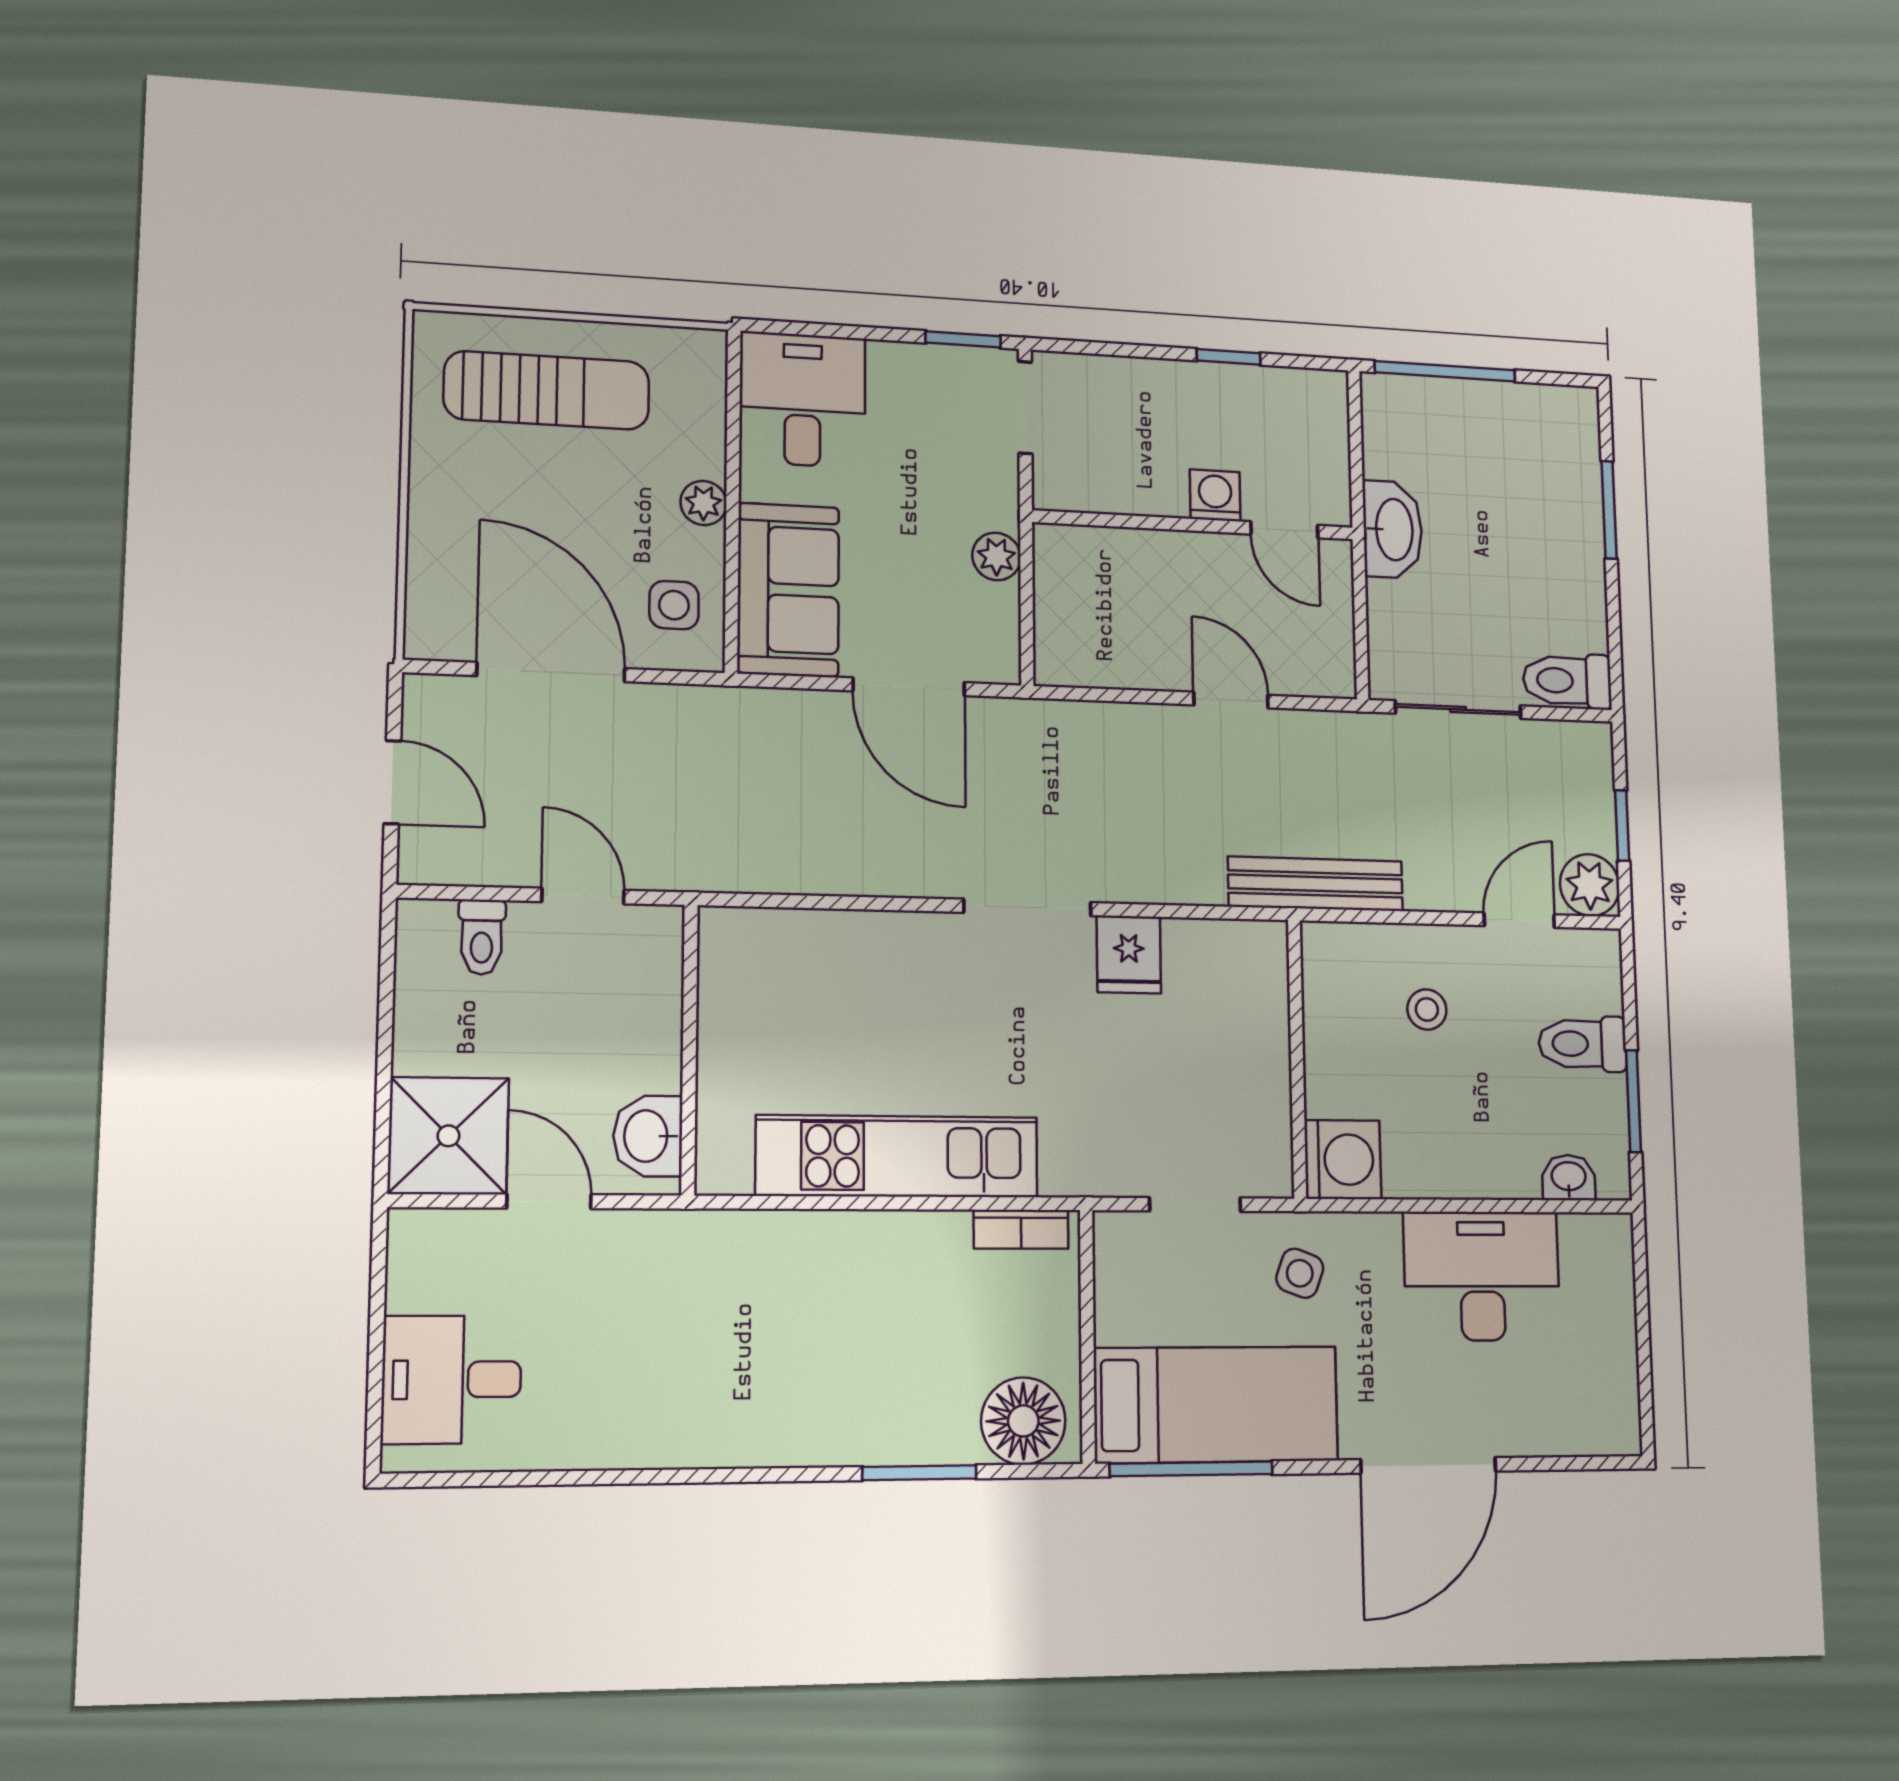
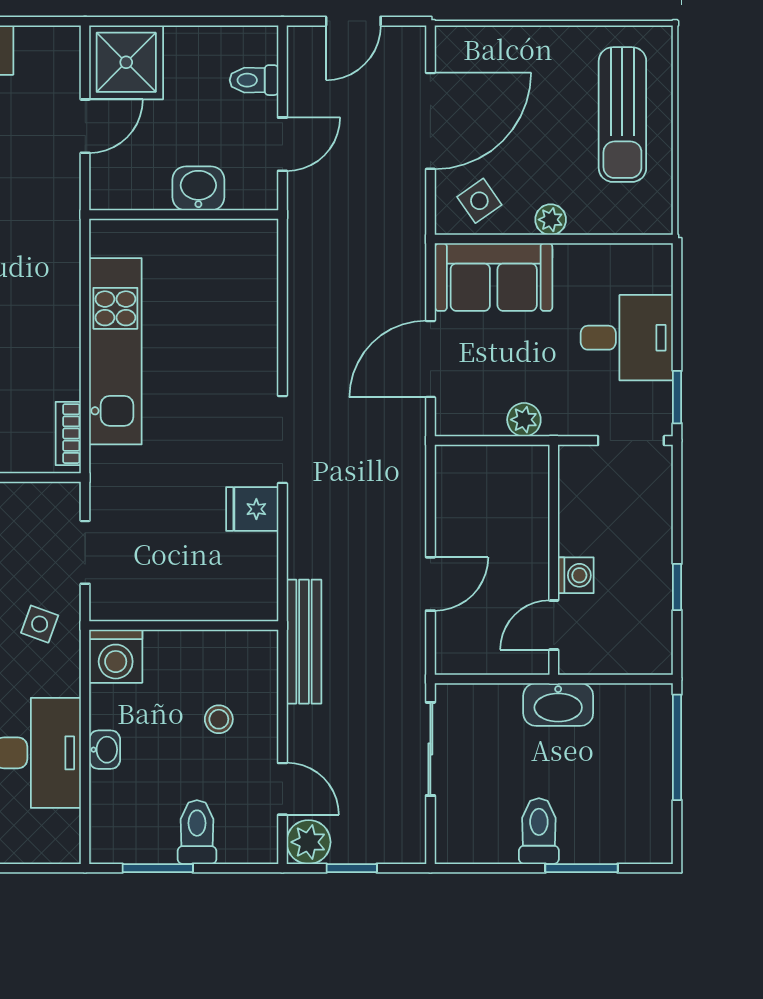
desk: (803, 400) -> (627, 338), moved
side table: (674, 605) -> (479, 201), turned -35
toilet: (1567, 681) -> (539, 831), moved
washbasin: (648, 1136) -> (198, 188), moved
washbasin: (1569, 1177) -> (105, 750), moved

